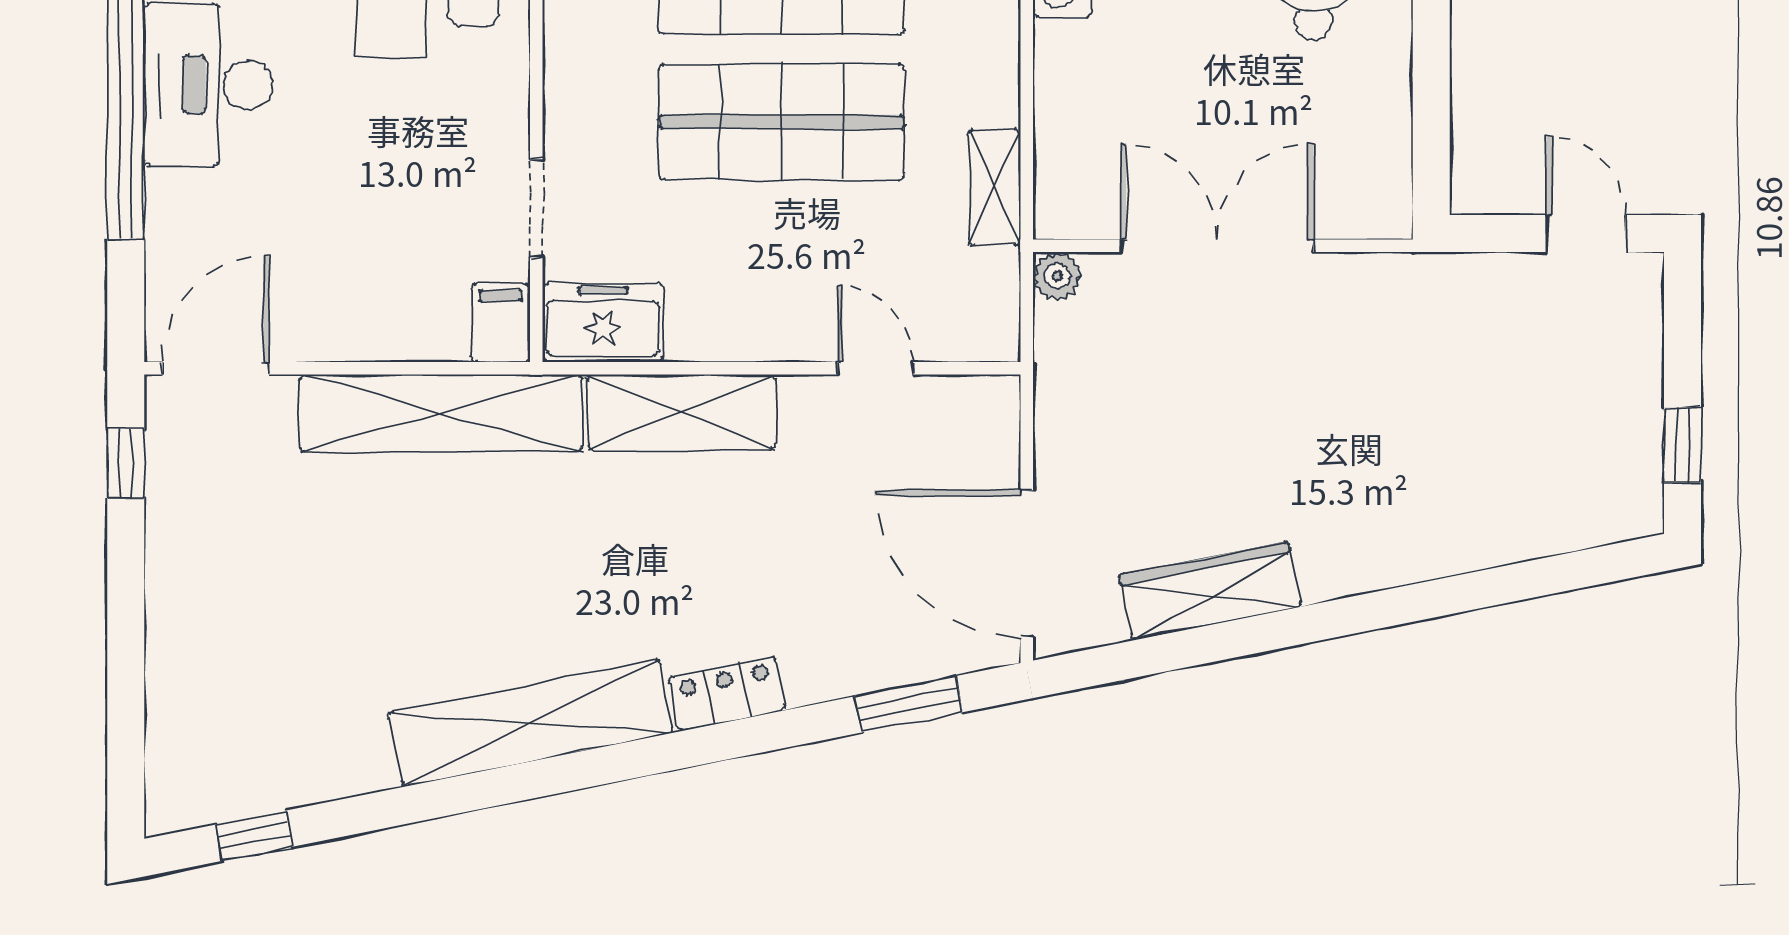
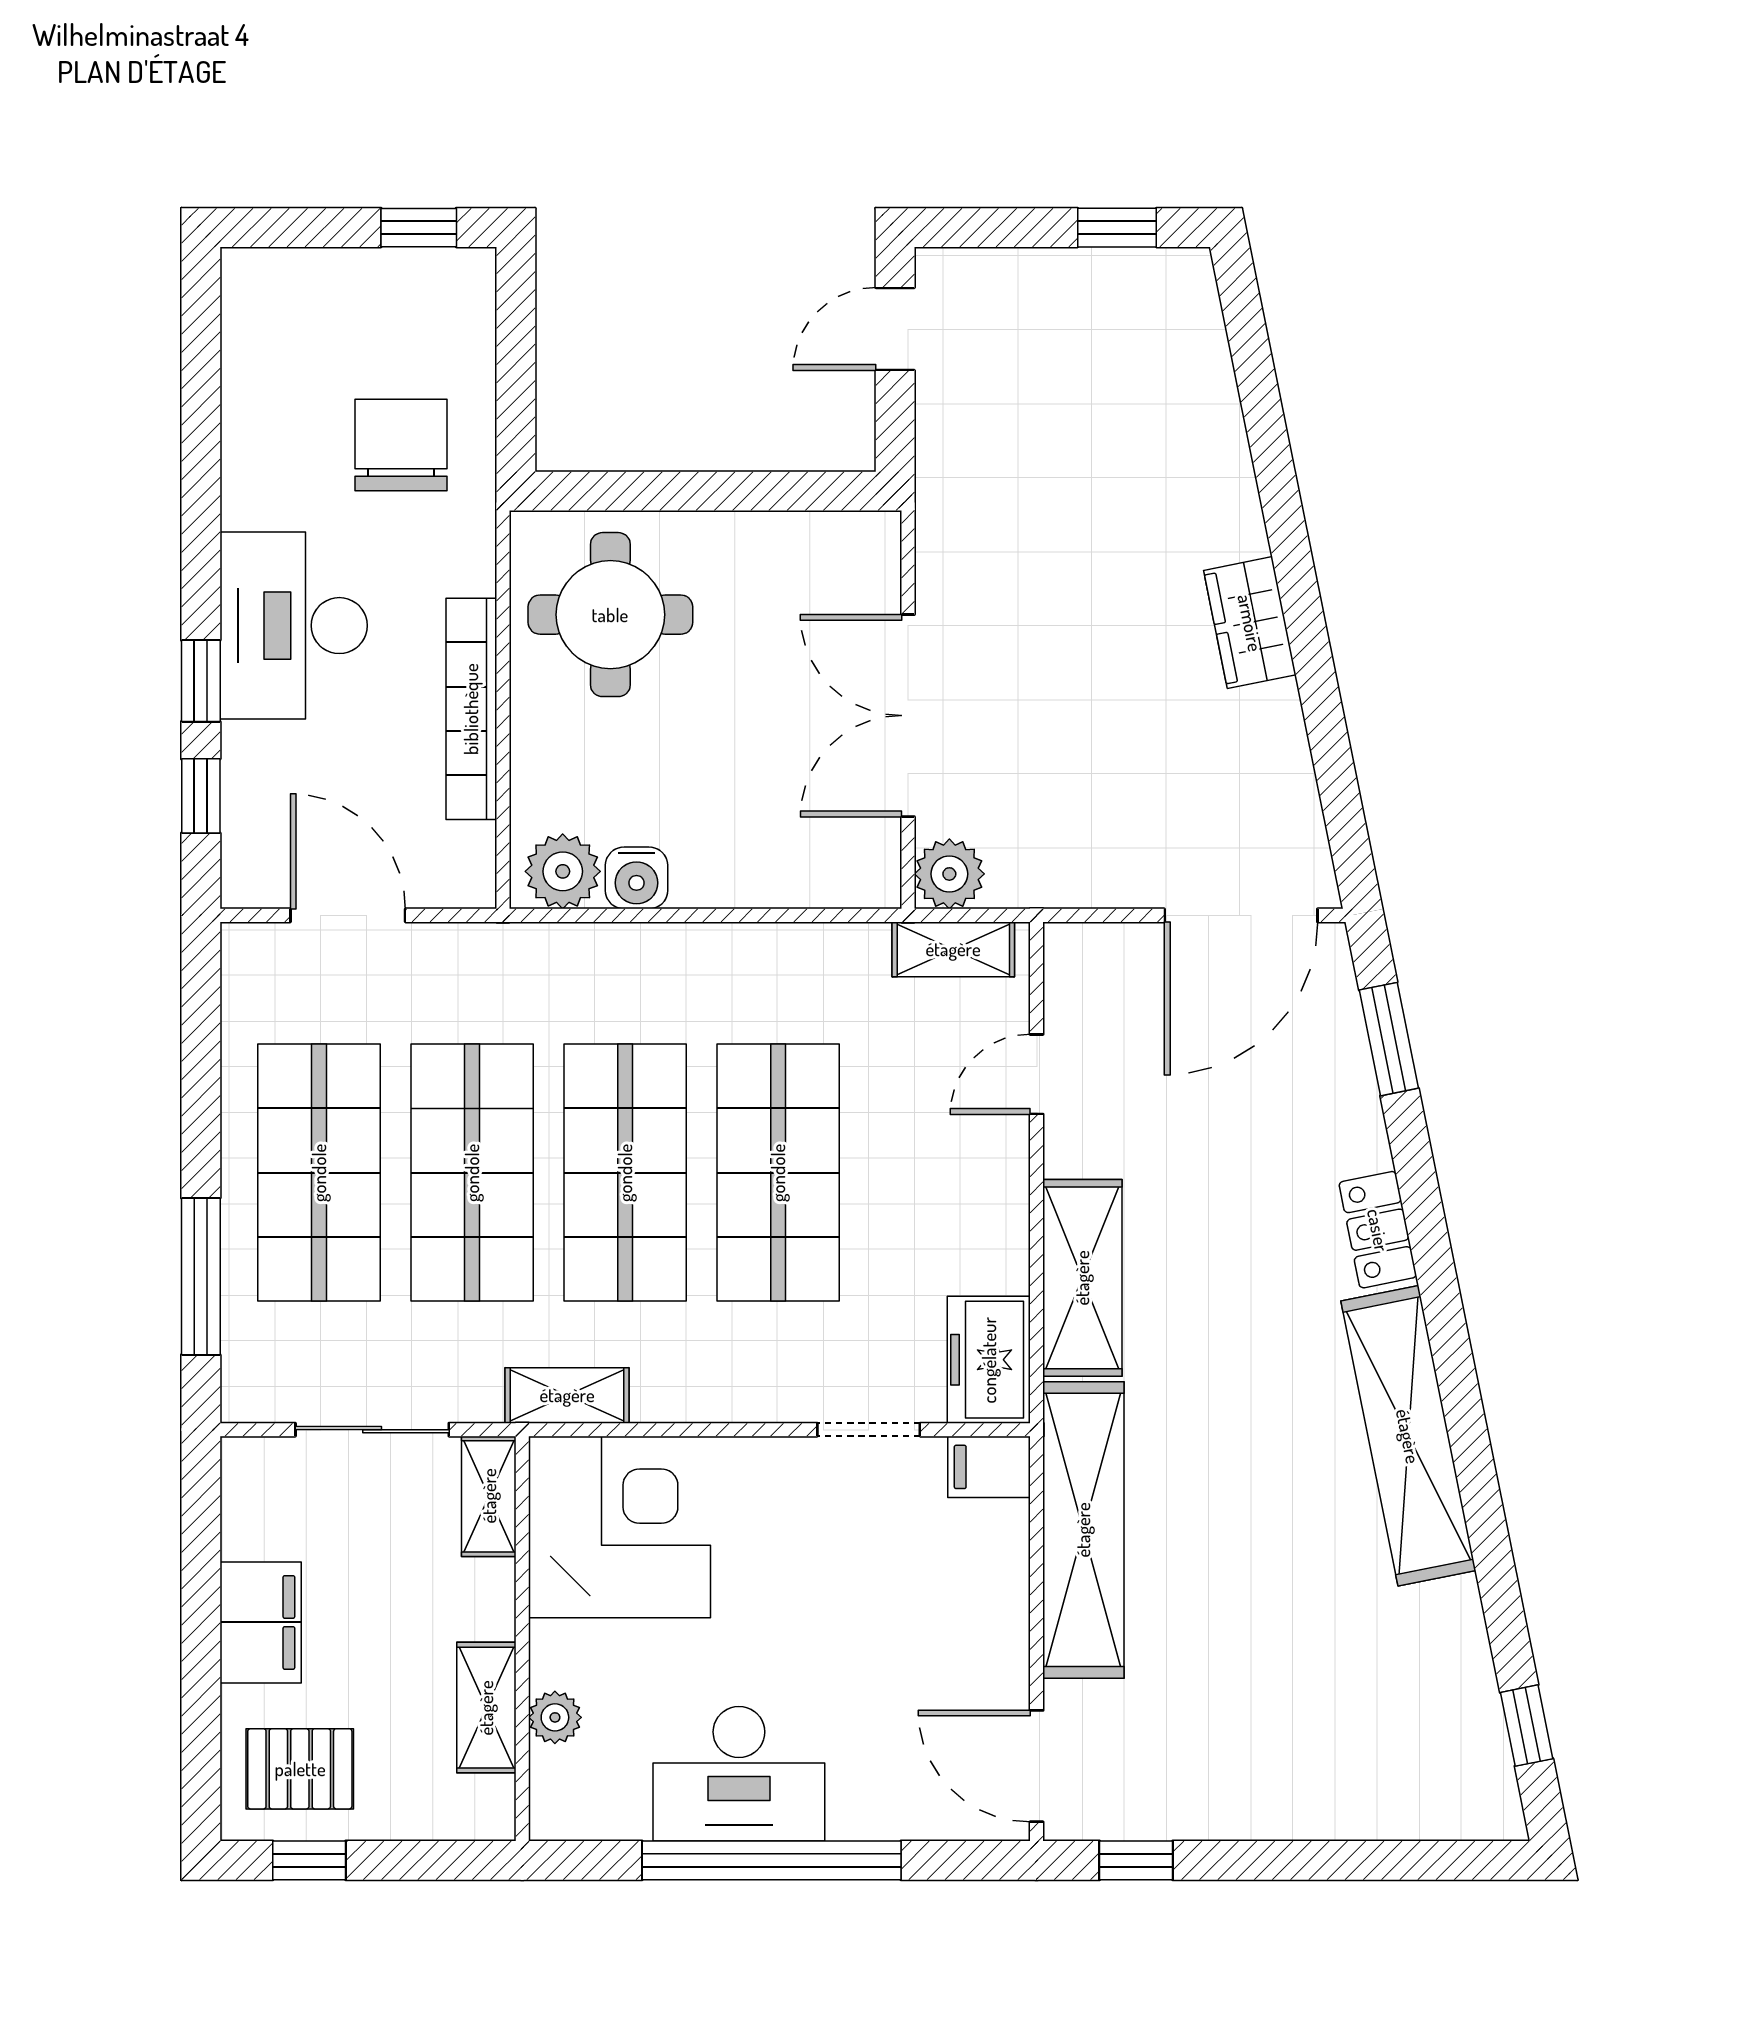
shelving: (994, 187) -> (953, 949), moved
plant: (1057, 276) -> (949, 874), width x1.38, depth x1.38
wardrobe: (1210, 591) -> (1250, 623), moved, width x0.67

